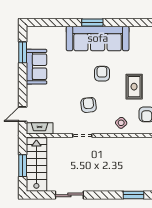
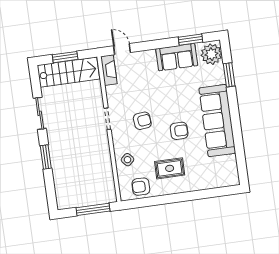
window: (92, 22) -> (229, 75), moved
plant: (38, 36) -> (211, 54), added
window: (133, 195) -> (46, 157), moved

